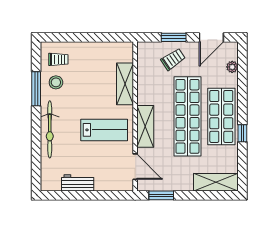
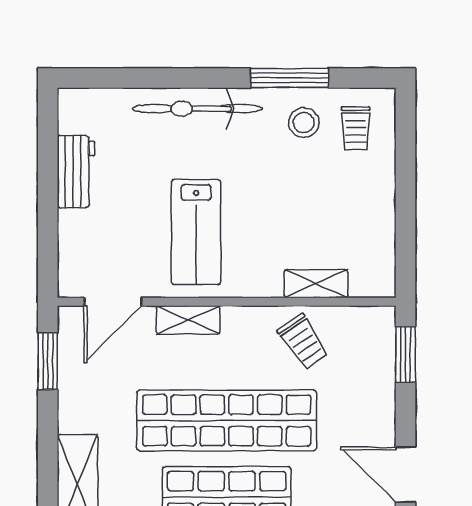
window: (174, 37) -> (406, 354), moved
trolley: (173, 59) -> (303, 342), moved
shelving: (125, 84) -> (316, 284), width x0.67, depth x0.75
shelving: (145, 126) -> (188, 320), width x0.67, depth x0.75

